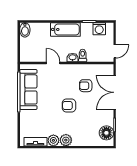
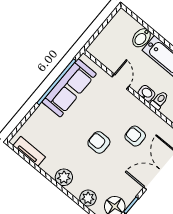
bidet: (25, 30) -> (141, 38), moved
plant: (53, 140) -> (88, 198), moved

